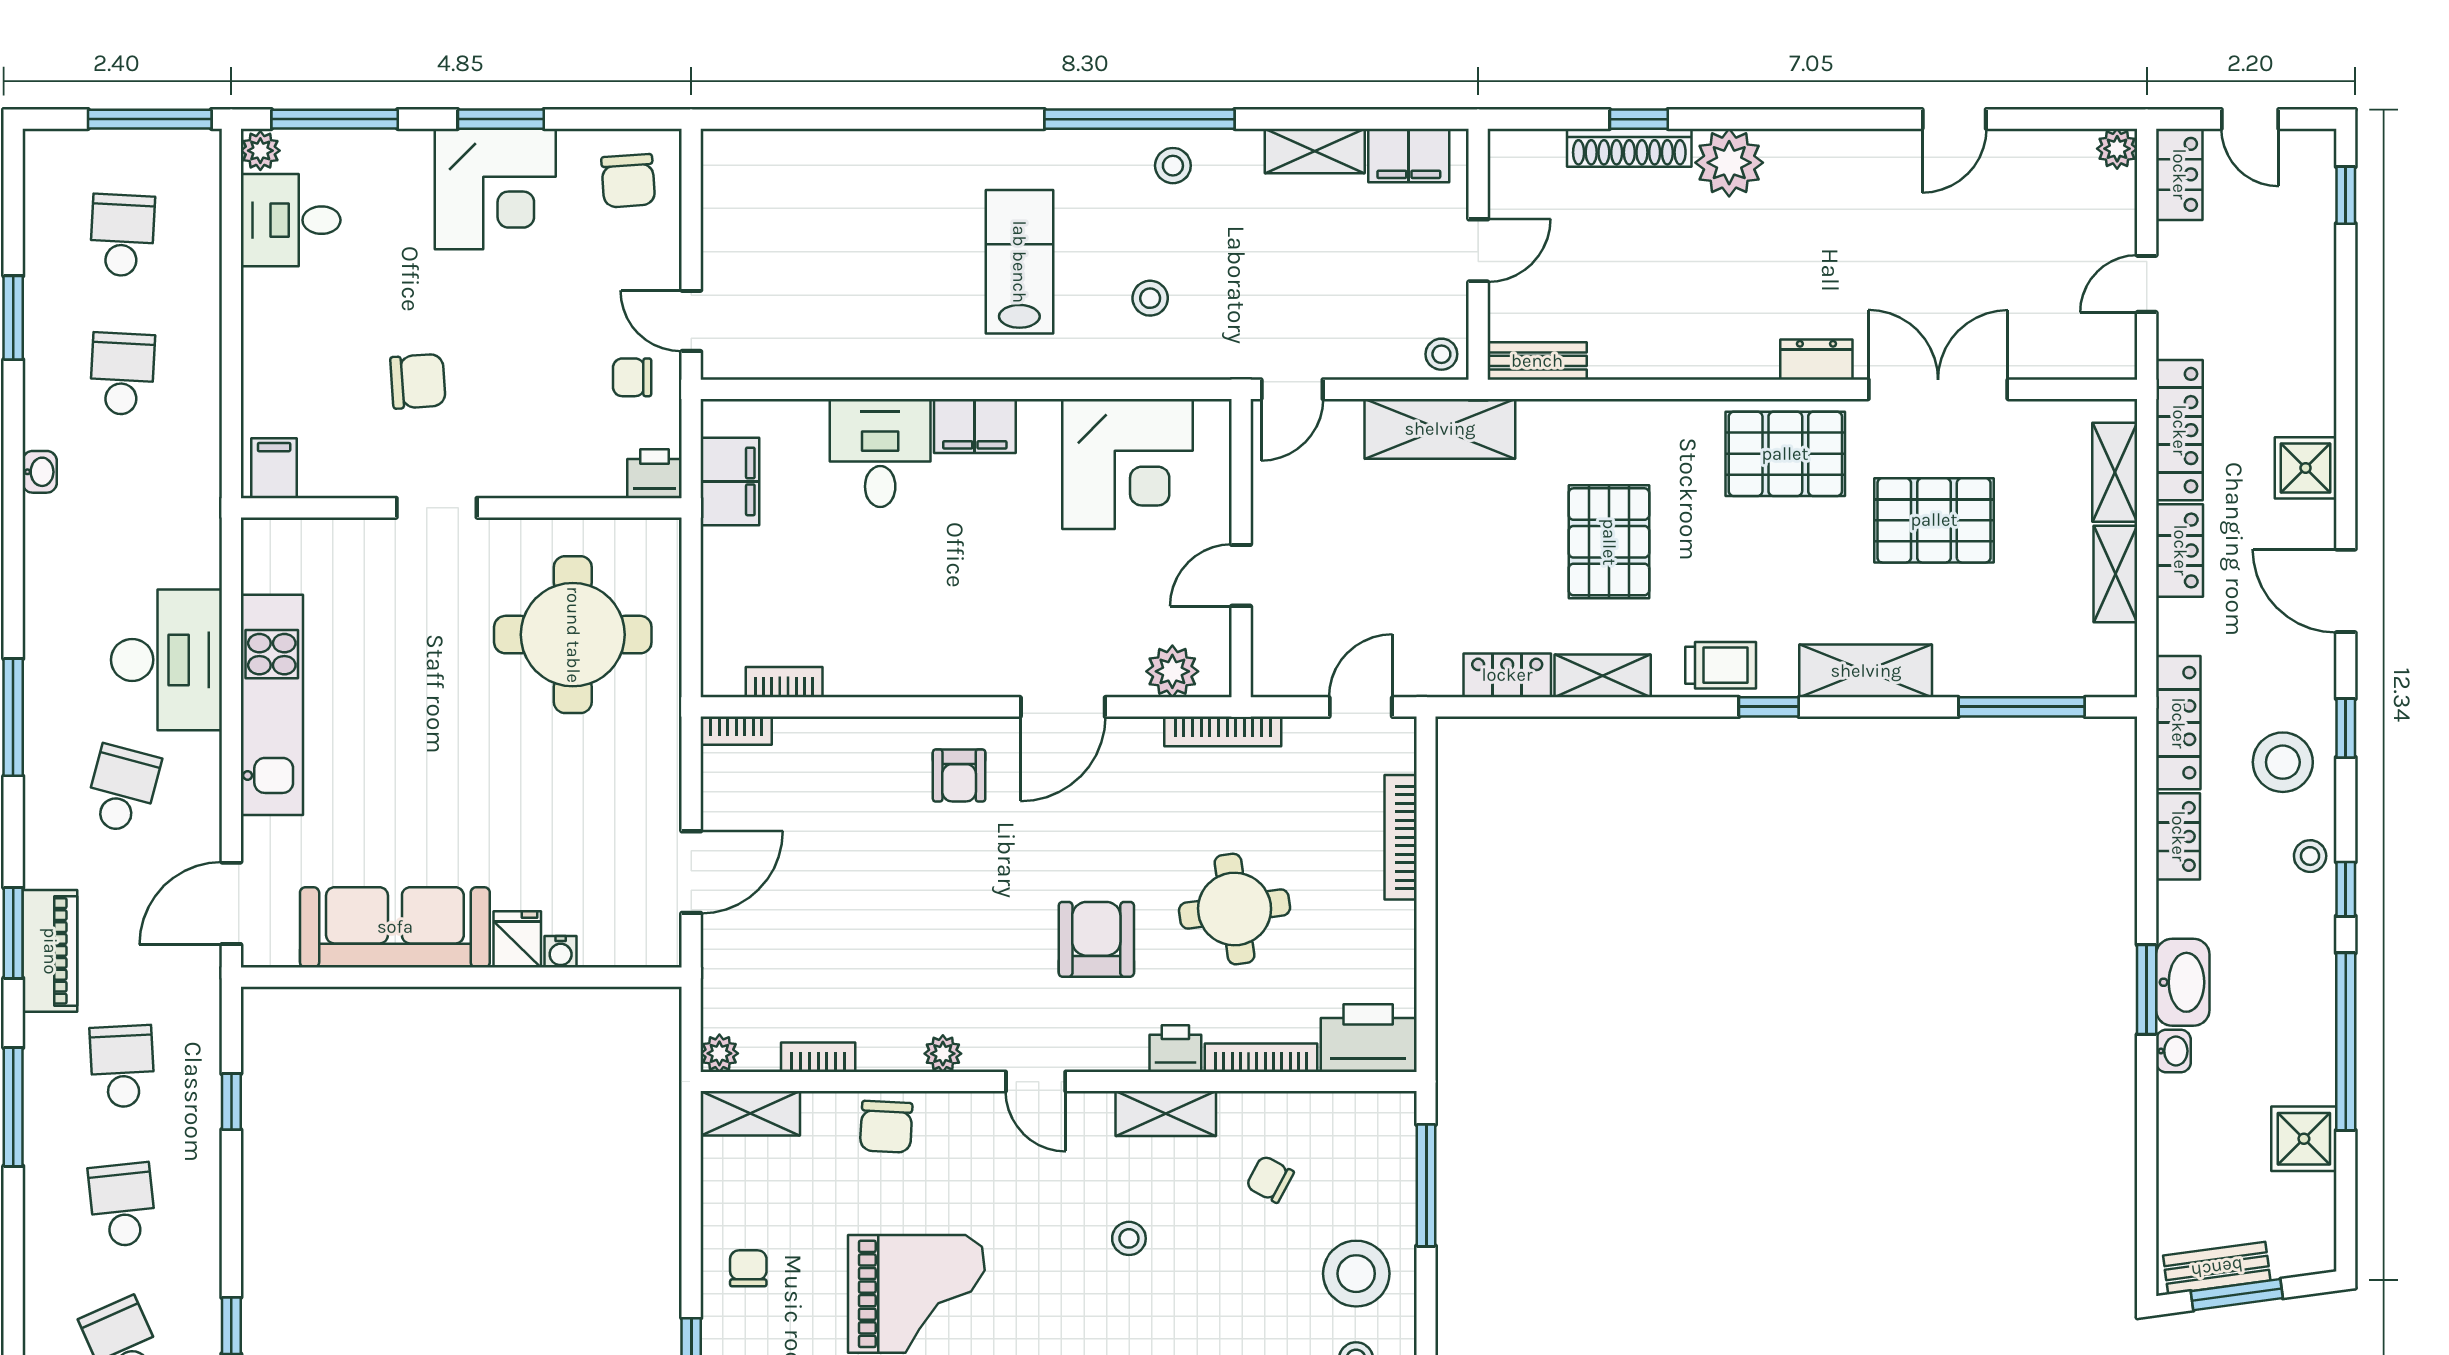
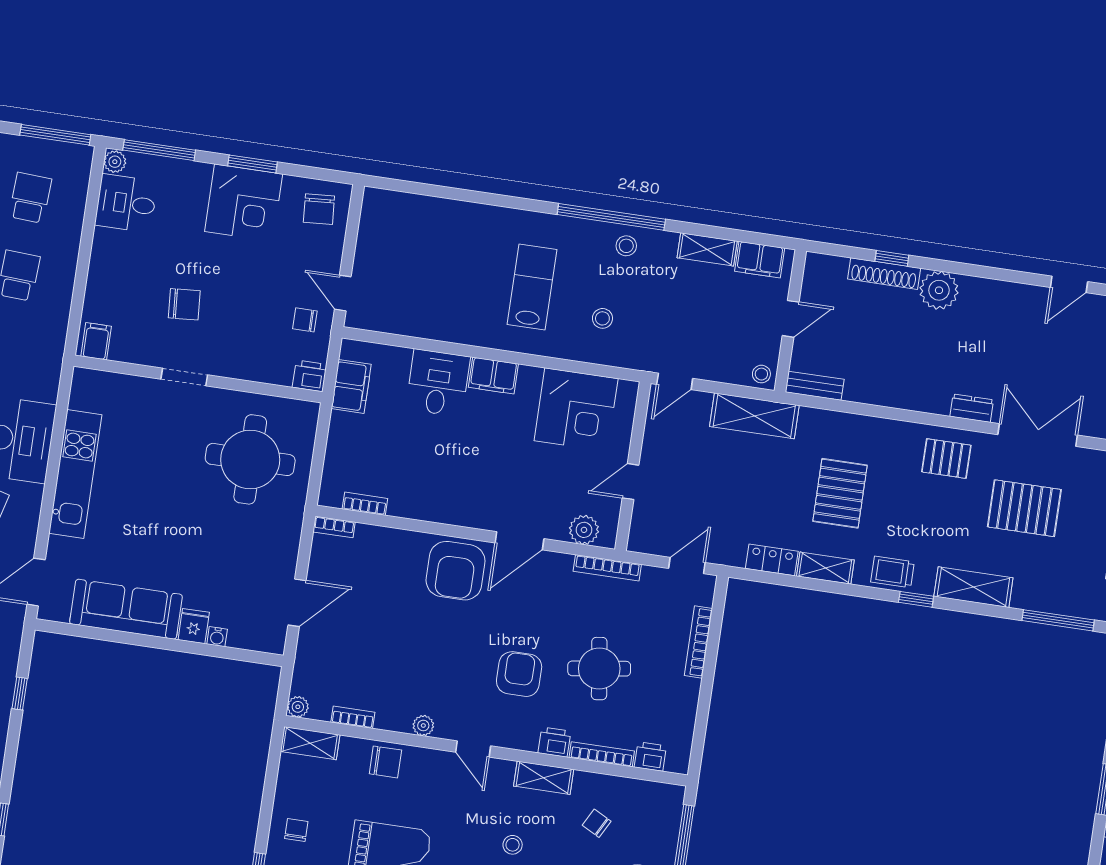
pallet: (1785, 454) -> (946, 459), width x0.67, depth x0.71
trolley: (1721, 665) -> (892, 572), turned 180
armchair: (959, 775) -> (456, 571), width x1.88, depth x1.88
printer: (1368, 1038) -> (650, 756), width x0.53, depth x0.68
chair: (886, 1127) -> (385, 762), turned -93

